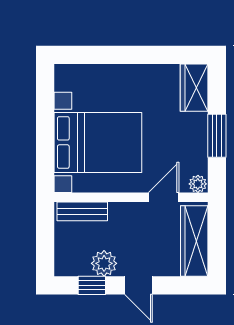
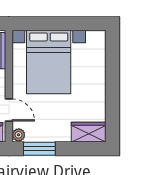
window: (217, 136) -> (39, 149), moved

